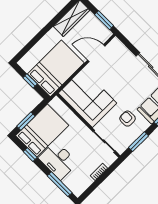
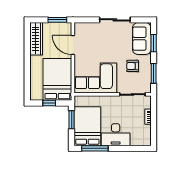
door: (96, 53) -> (73, 45), hinge flipped
window: (26, 121) -> (72, 120), moved
window: (30, 155) -> (95, 148), width x2.17
window: (60, 184) -> (131, 148), removed

